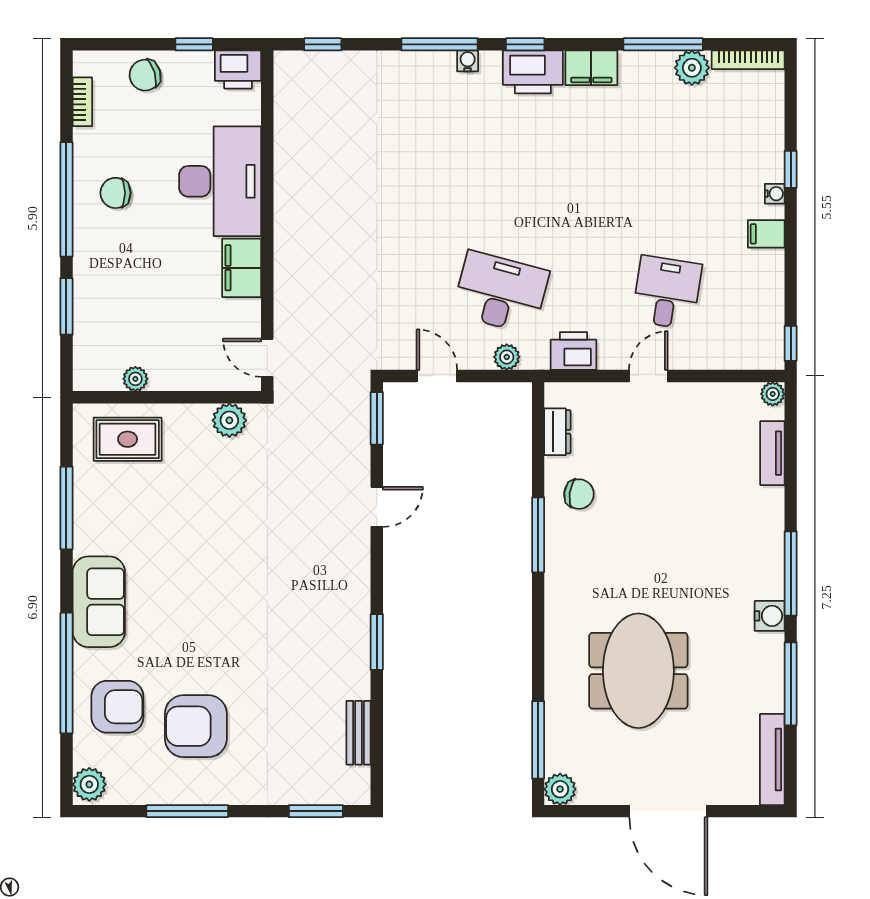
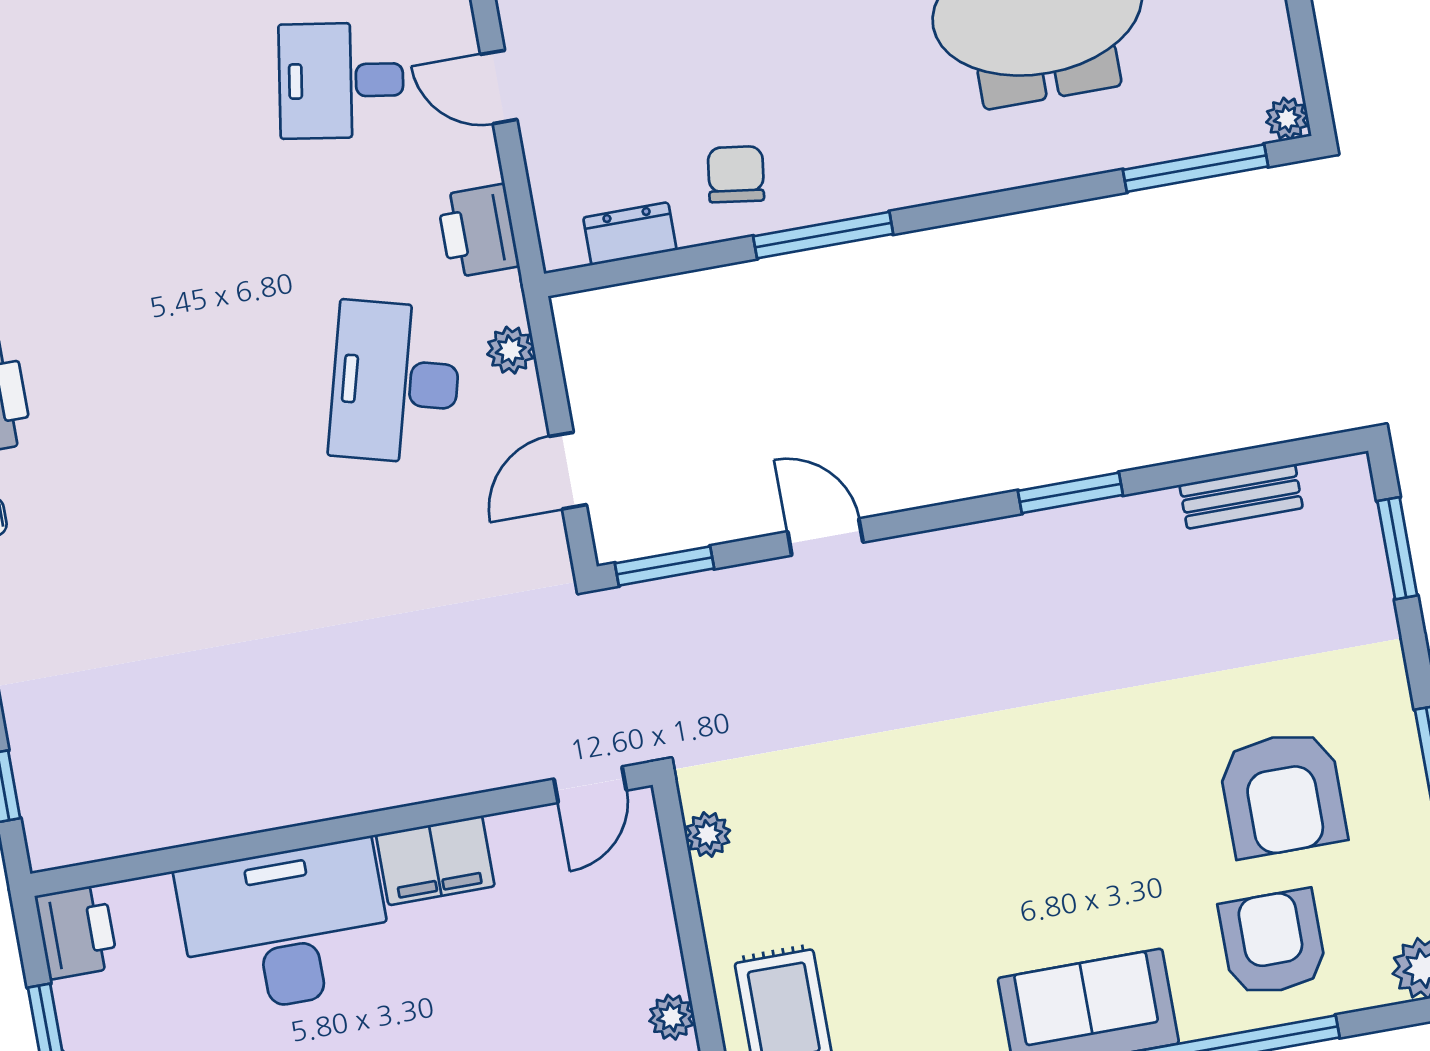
plant: (229, 420) -> (708, 834), width x0.73, depth x0.73
plant: (560, 789) -> (1287, 119), width x0.73, depth x0.73

